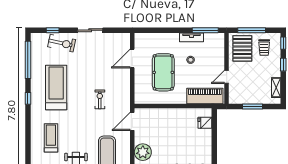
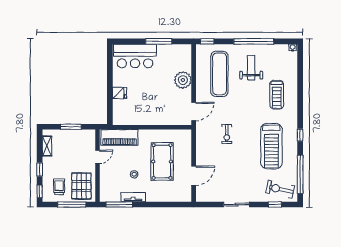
exercise bike: (62, 43) -> (280, 189), moved
fridge: (205, 123) -> (119, 93), moved

